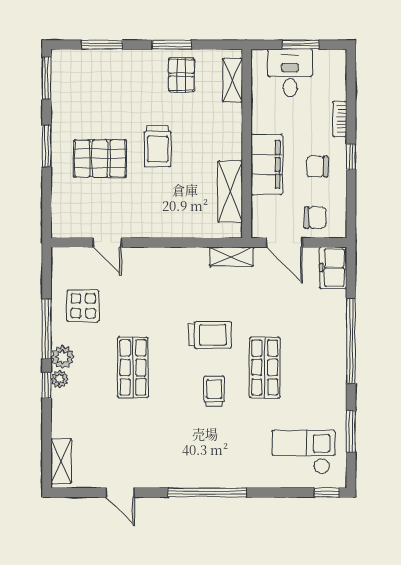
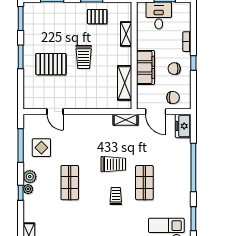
pallet: (181, 75) -> (97, 17), turned 90
shelving: (232, 80) -> (126, 34), moved
window: (47, 329) -> (21, 146), moved

